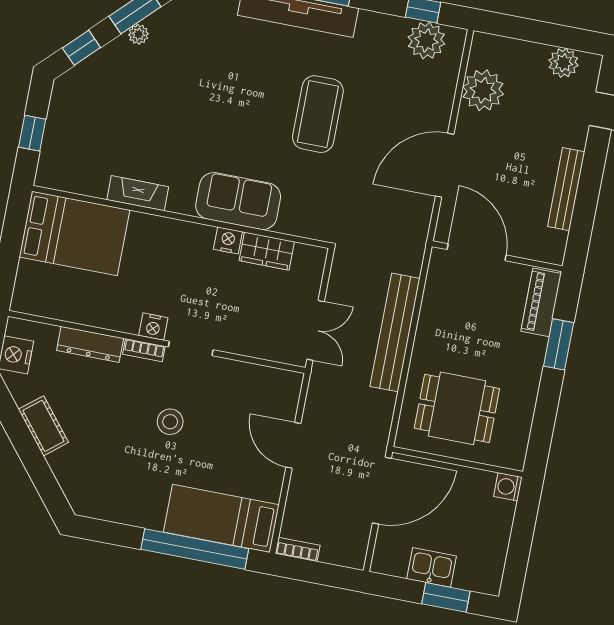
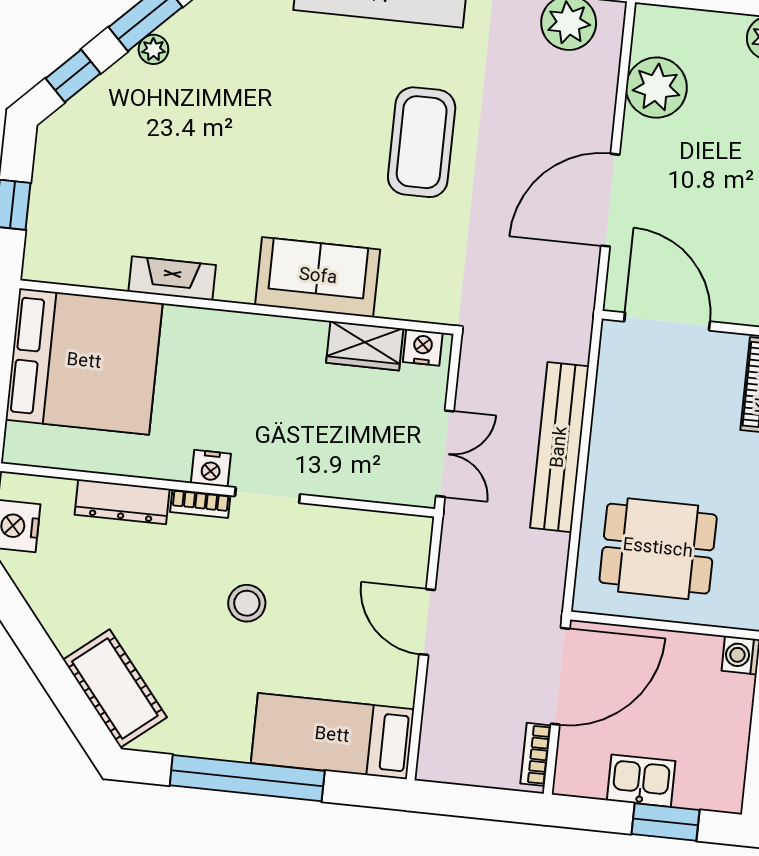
bed: (74, 233) -> (84, 362), width x1.36
nightstand: (228, 240) -> (423, 347), moved
cot: (43, 426) -> (115, 688), moved, width x1.37, depth x1.34
window: (195, 549) -> (247, 778), moved
bookcase: (298, 549) -> (536, 754), moved, turned -90

